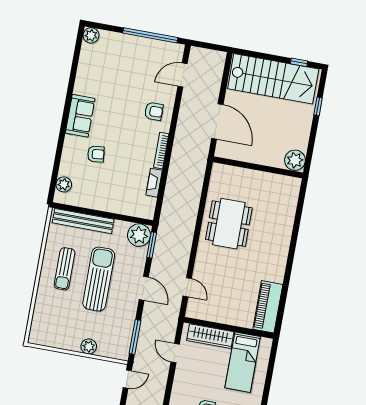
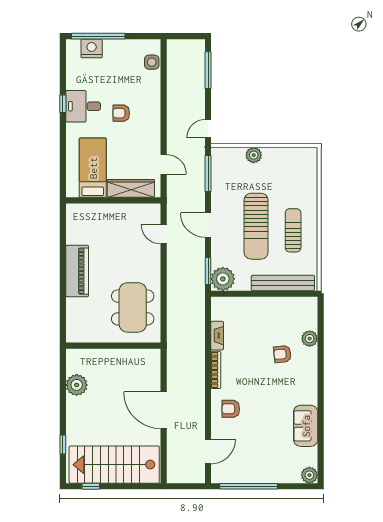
sofa: (80, 116) -> (306, 426), moved
wall: (258, 167) -> (113, 346), moved
plant: (64, 184) -> (310, 339), moved
piano: (268, 307) -> (77, 271), moved

